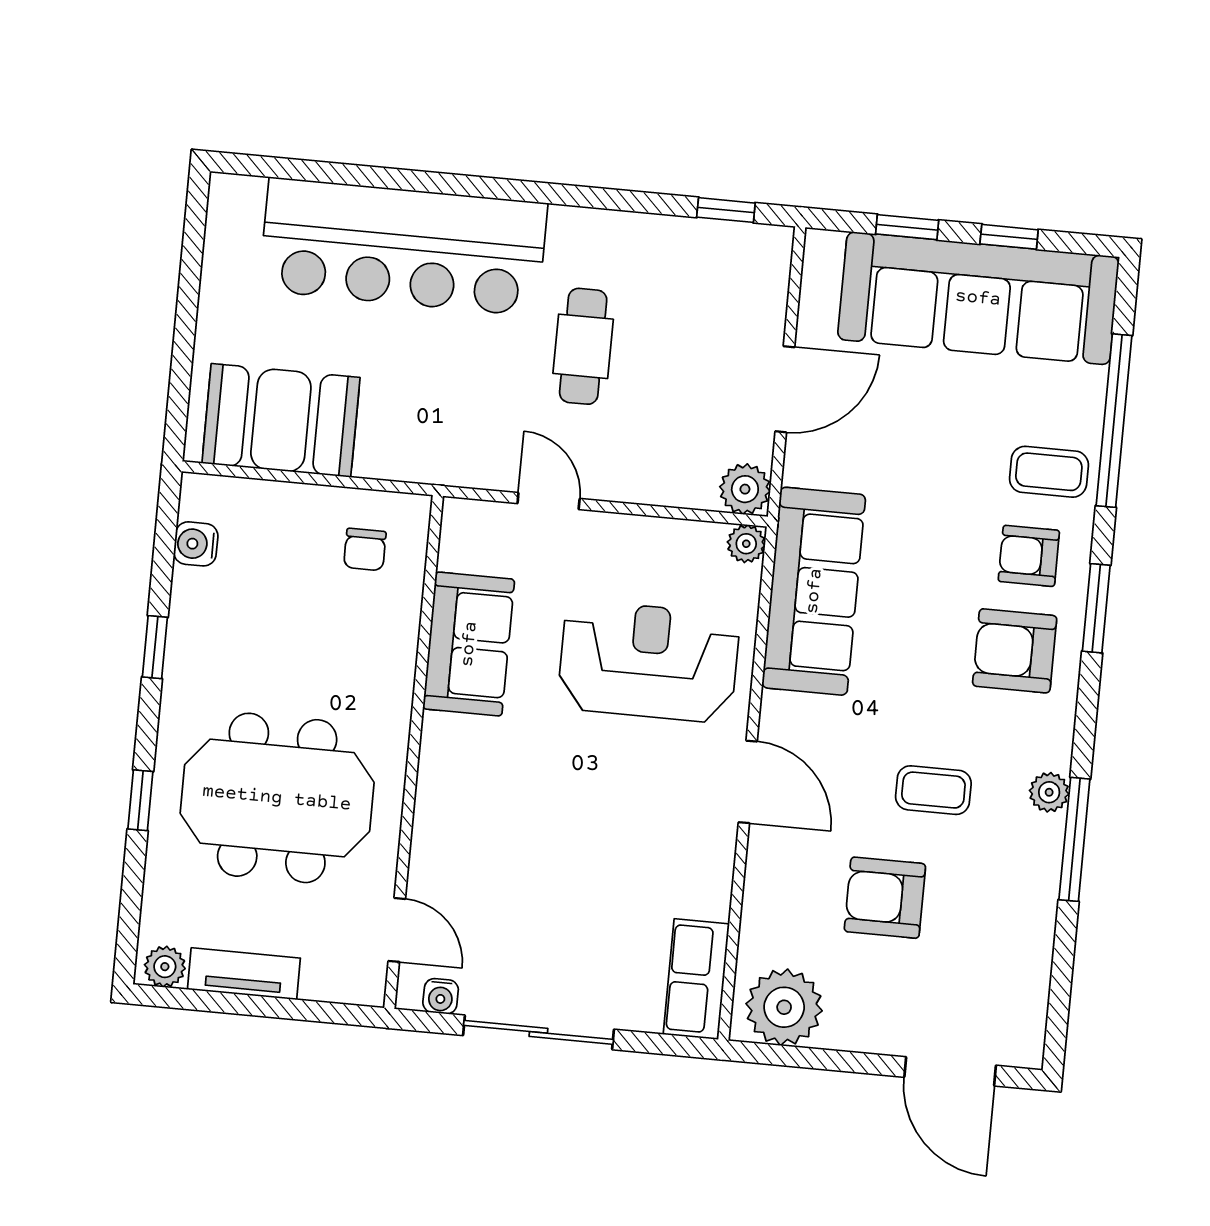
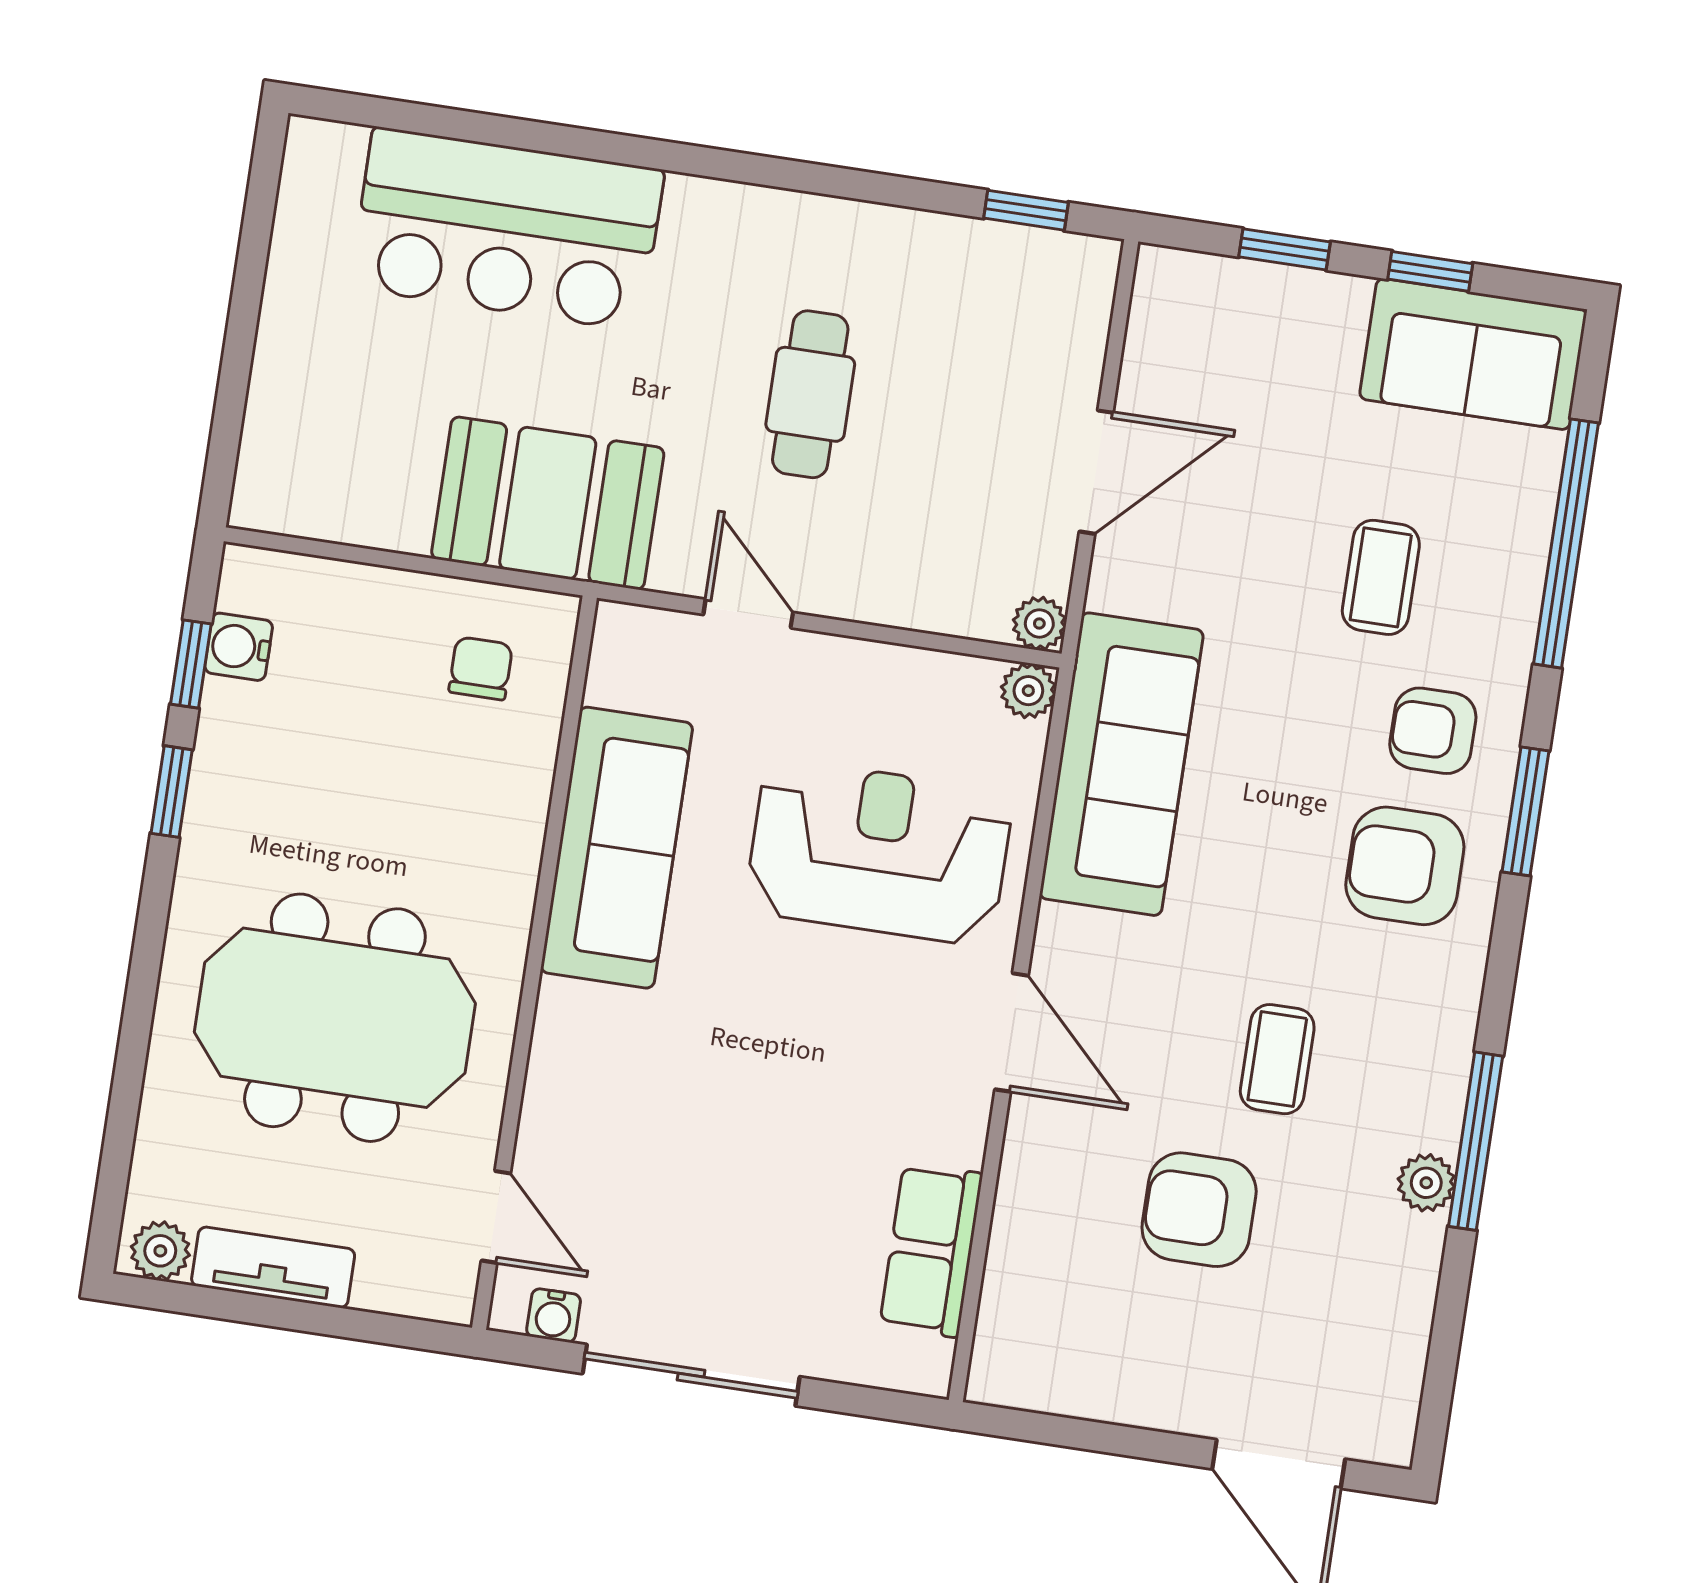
bar counter: (403, 247) -> (507, 229), width x0.73
sofa: (978, 298) -> (1473, 354), width x0.54, depth x0.79
booth: (281, 420) -> (548, 503), moved
coffee table: (1049, 472) -> (1381, 577), moved, turned 90
plant: (745, 489) -> (1039, 623), width x0.73, depth x0.73
chair: (365, 549) -> (481, 668), turned 180
sofa: (469, 644) -> (617, 848), width x1.36
coffee table: (933, 790) -> (1277, 1059), turned 90
plant: (1049, 792) -> (1426, 1183), moved
window: (140, 800) -> (191, 664), moved
row of seats: (696, 979) -> (931, 1250), moved
plant: (784, 1007) -> (1046, 1359), removed

